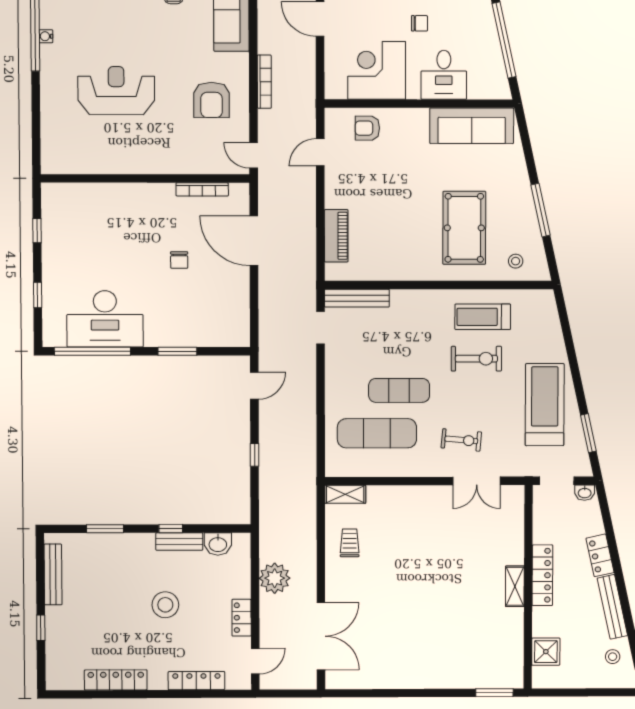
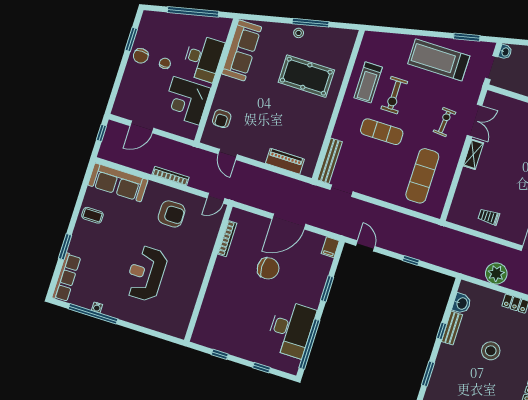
desk: (444, 75) -> (203, 58), width x1.37
door: (254, 241) -> (289, 222), moved
chair: (179, 260) -> (268, 268), width x1.87, depth x1.87
stool: (516, 261) -> (299, 33), moved
filing cabinet: (237, 337) -> (330, 247), added
exercise bike: (476, 359) -> (394, 95), turned 180
exercise mat: (399, 390) -> (382, 132), moved, turned 90
shelving: (345, 494) -> (473, 154), moved

